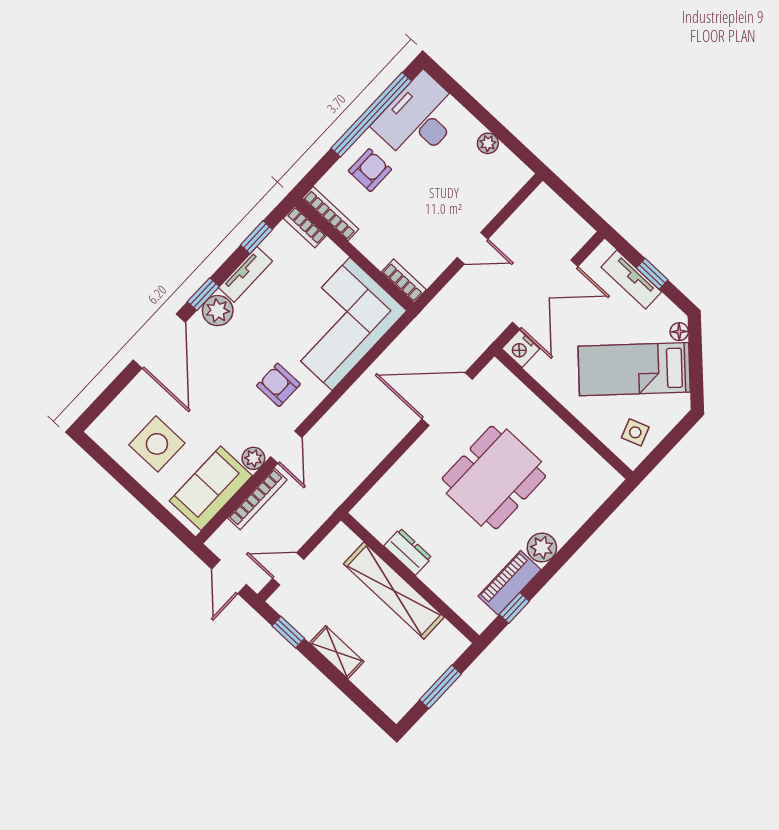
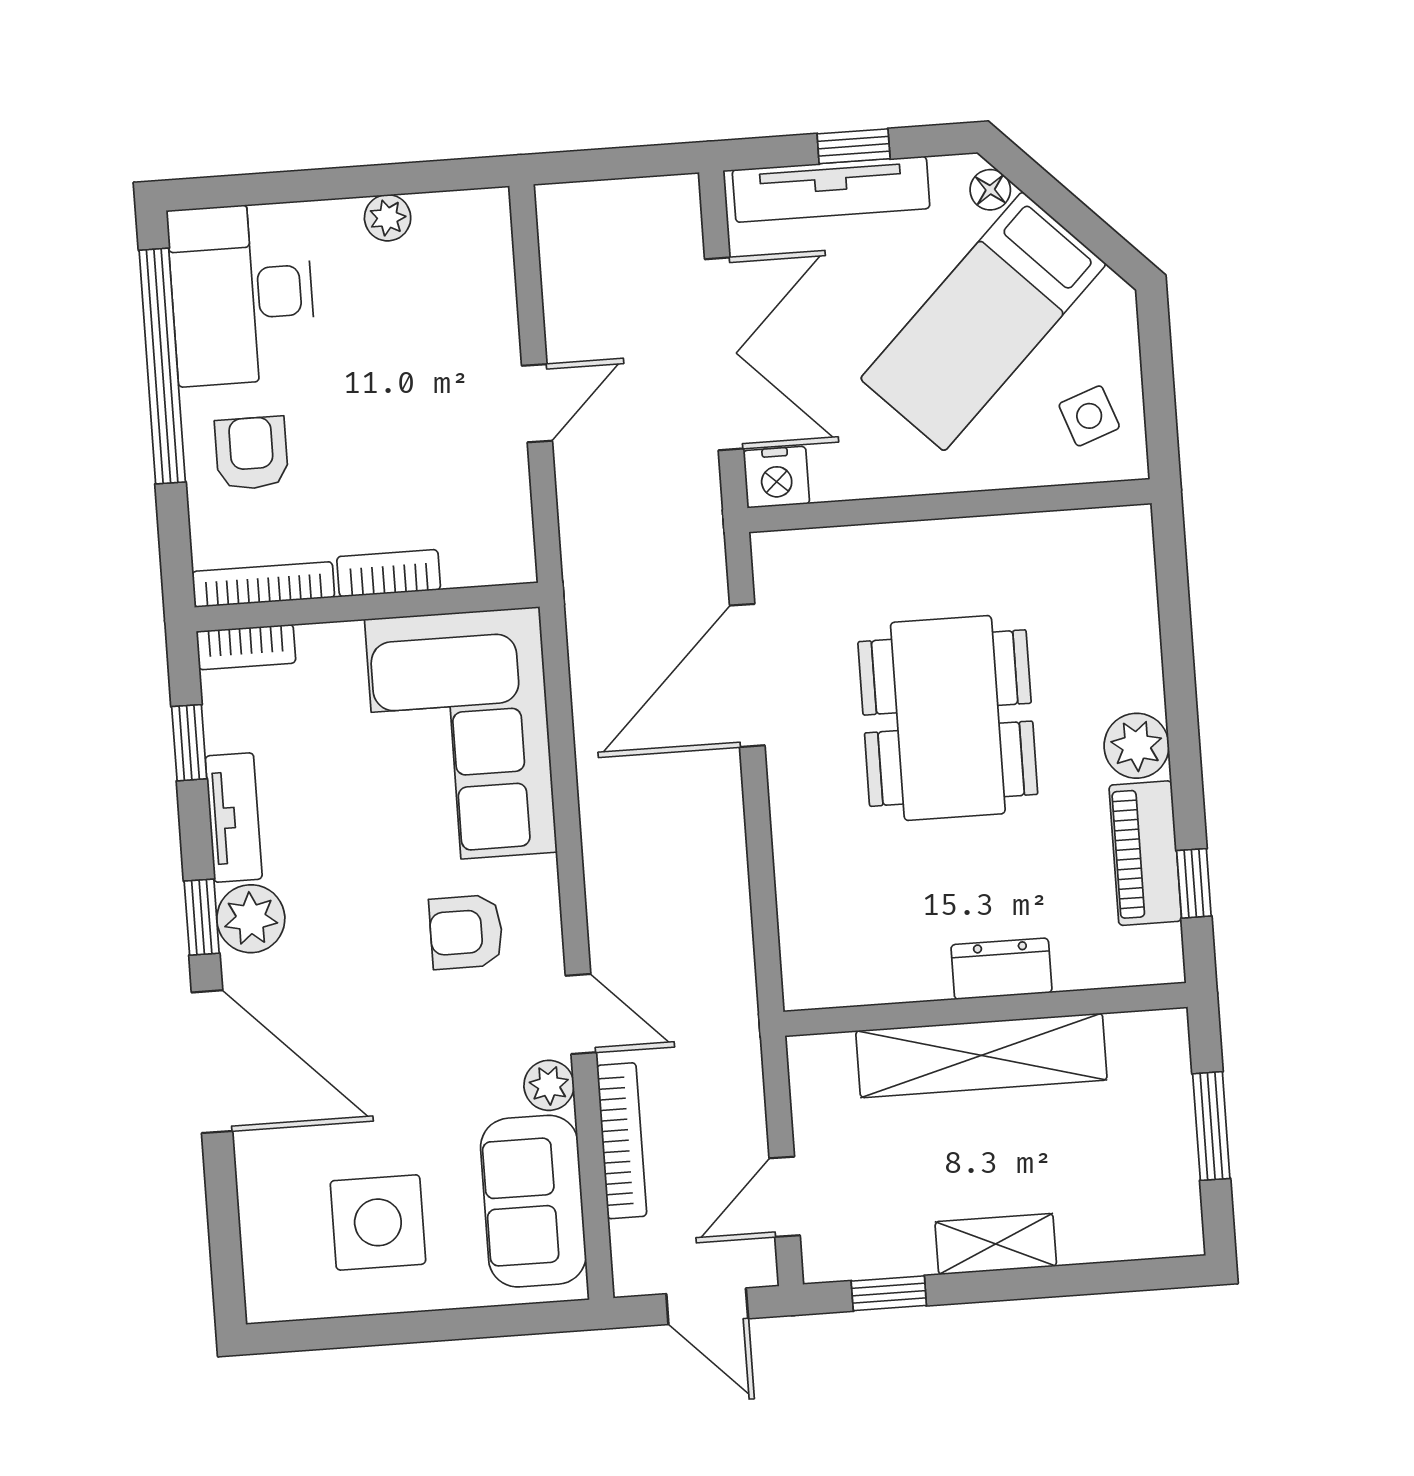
tv unit: (631, 279) -> (831, 189), width x1.41
bookcase: (404, 281) -> (389, 573), moved
dresser: (408, 552) -> (1001, 969), moved

